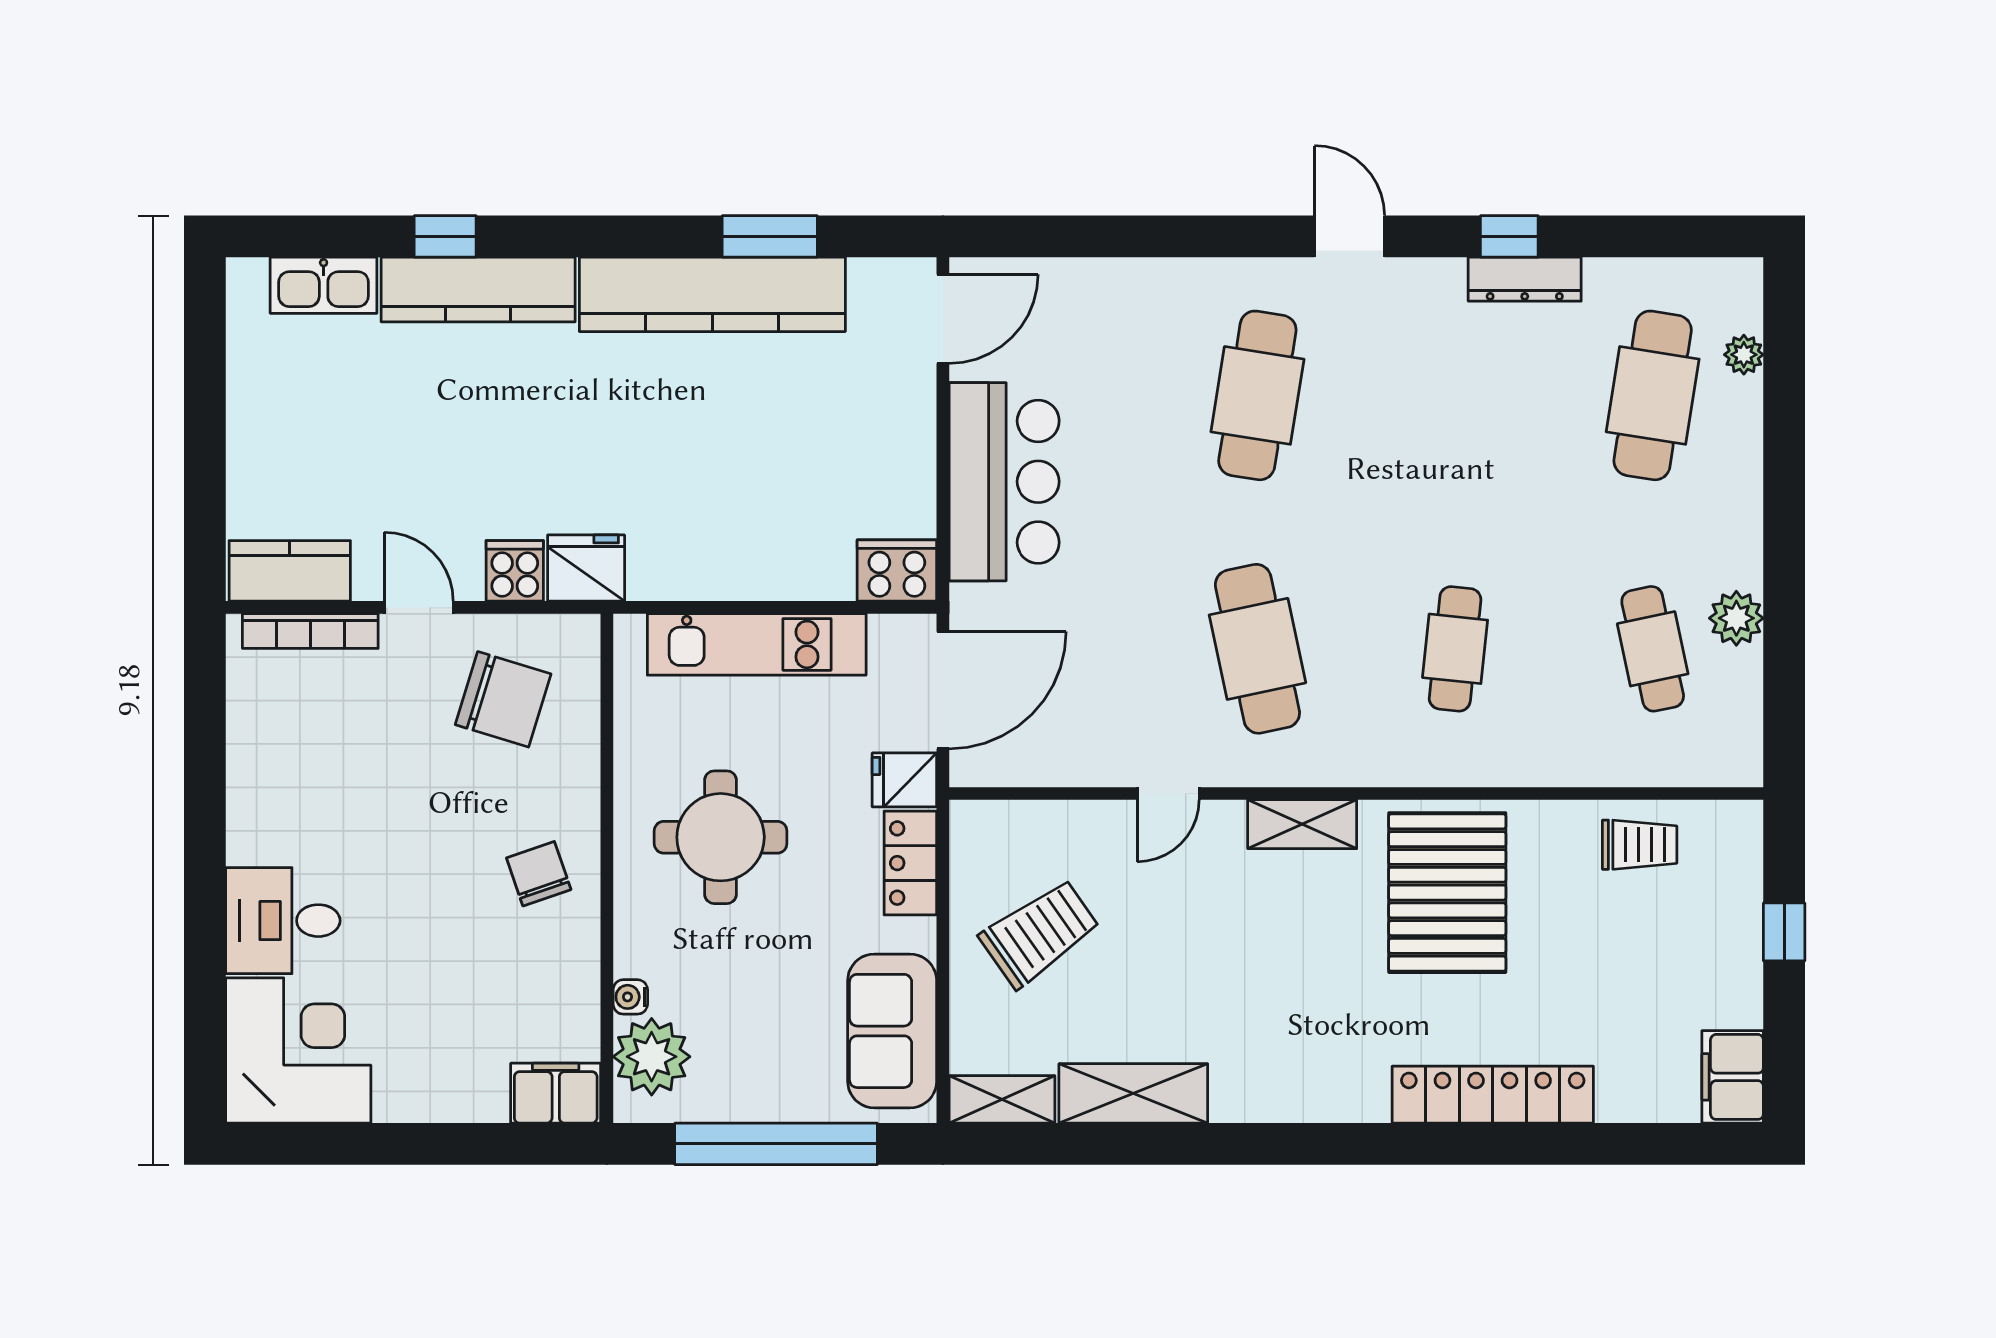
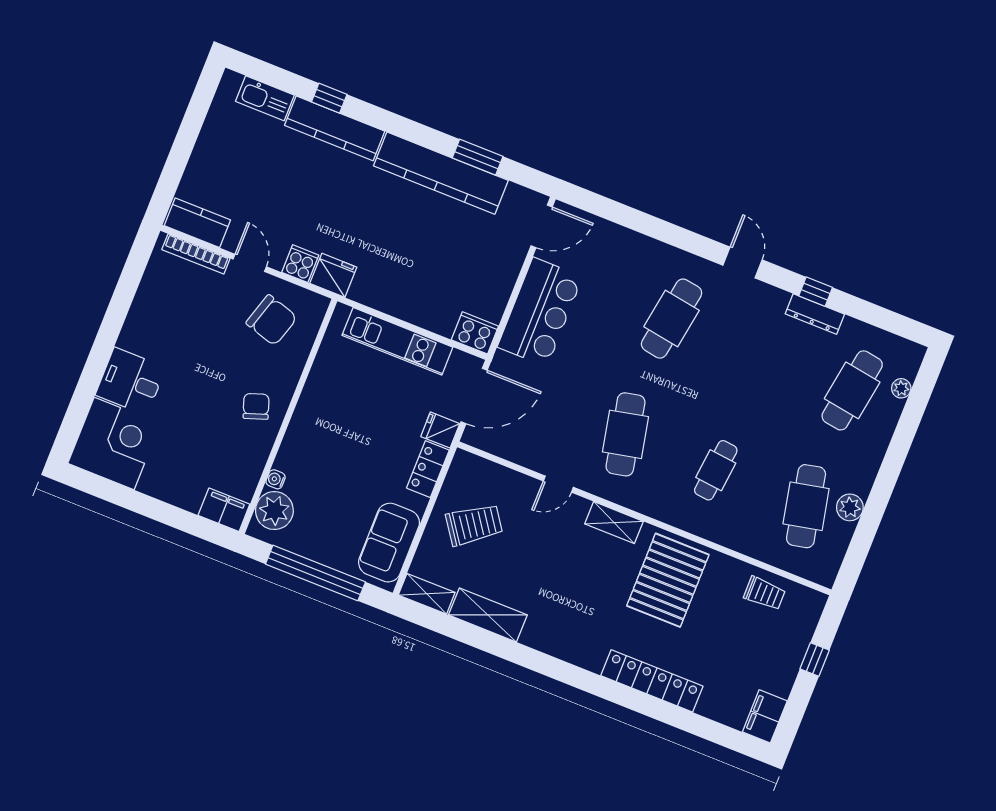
cafe table: (1653, 649) -> (806, 506), width x1.37, depth x1.35
round table: (721, 837) -> (346, 423), removed

